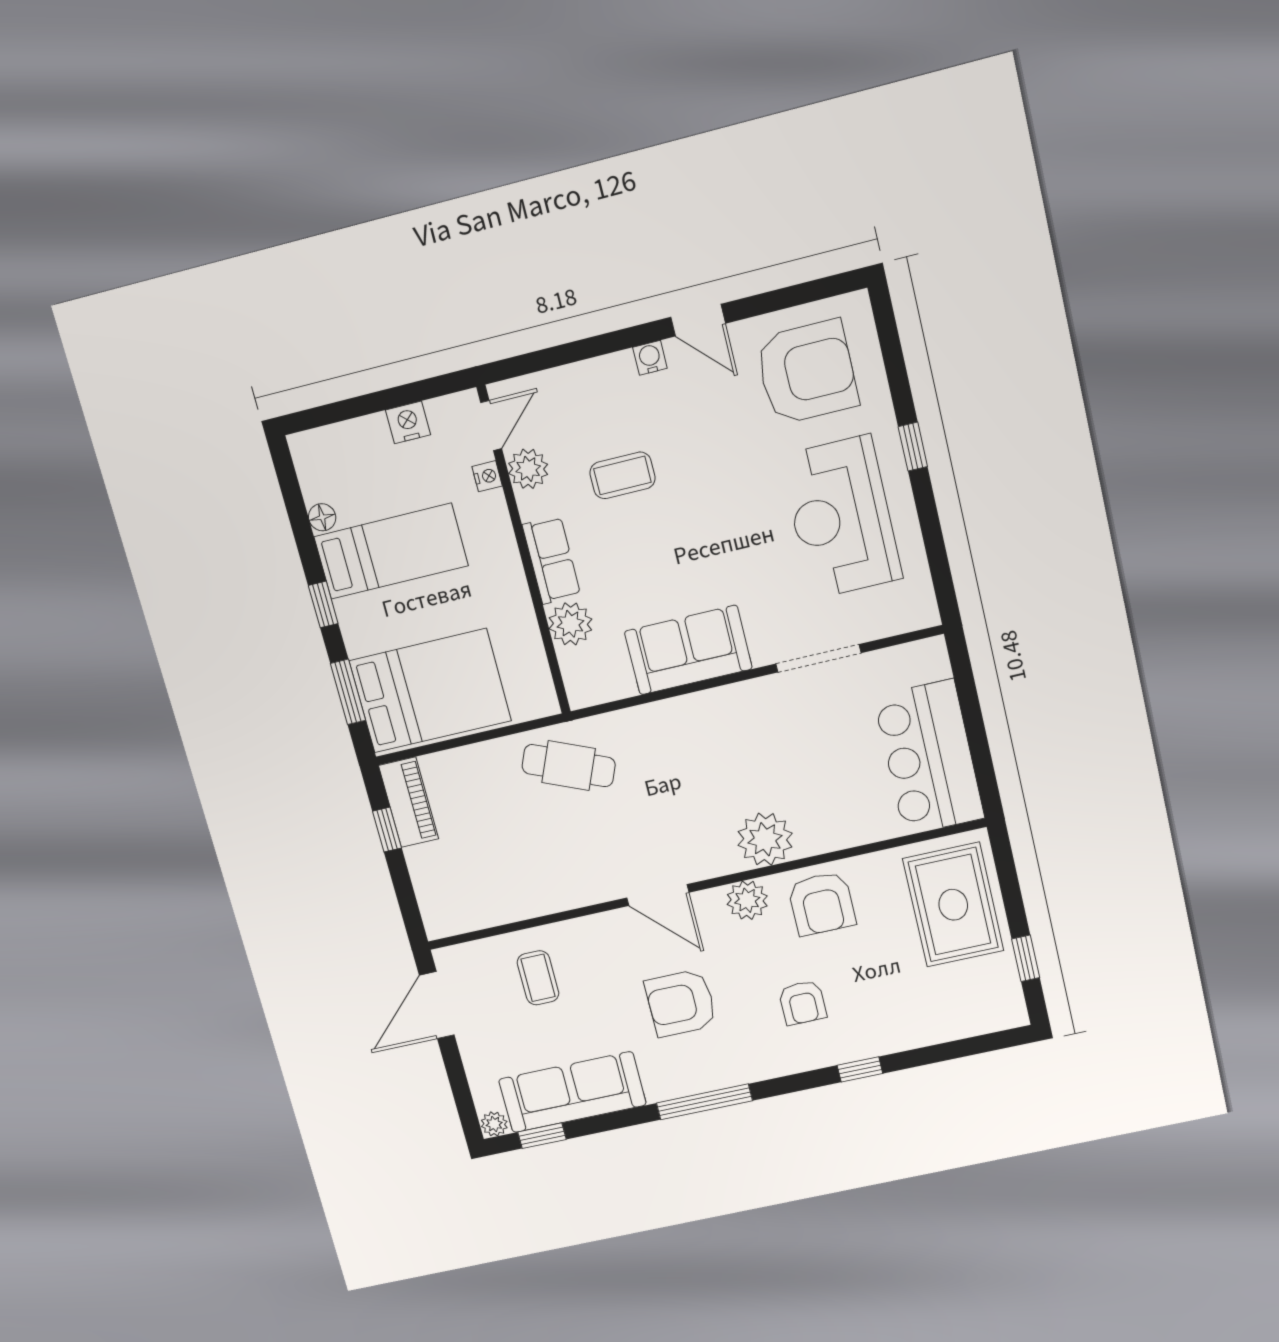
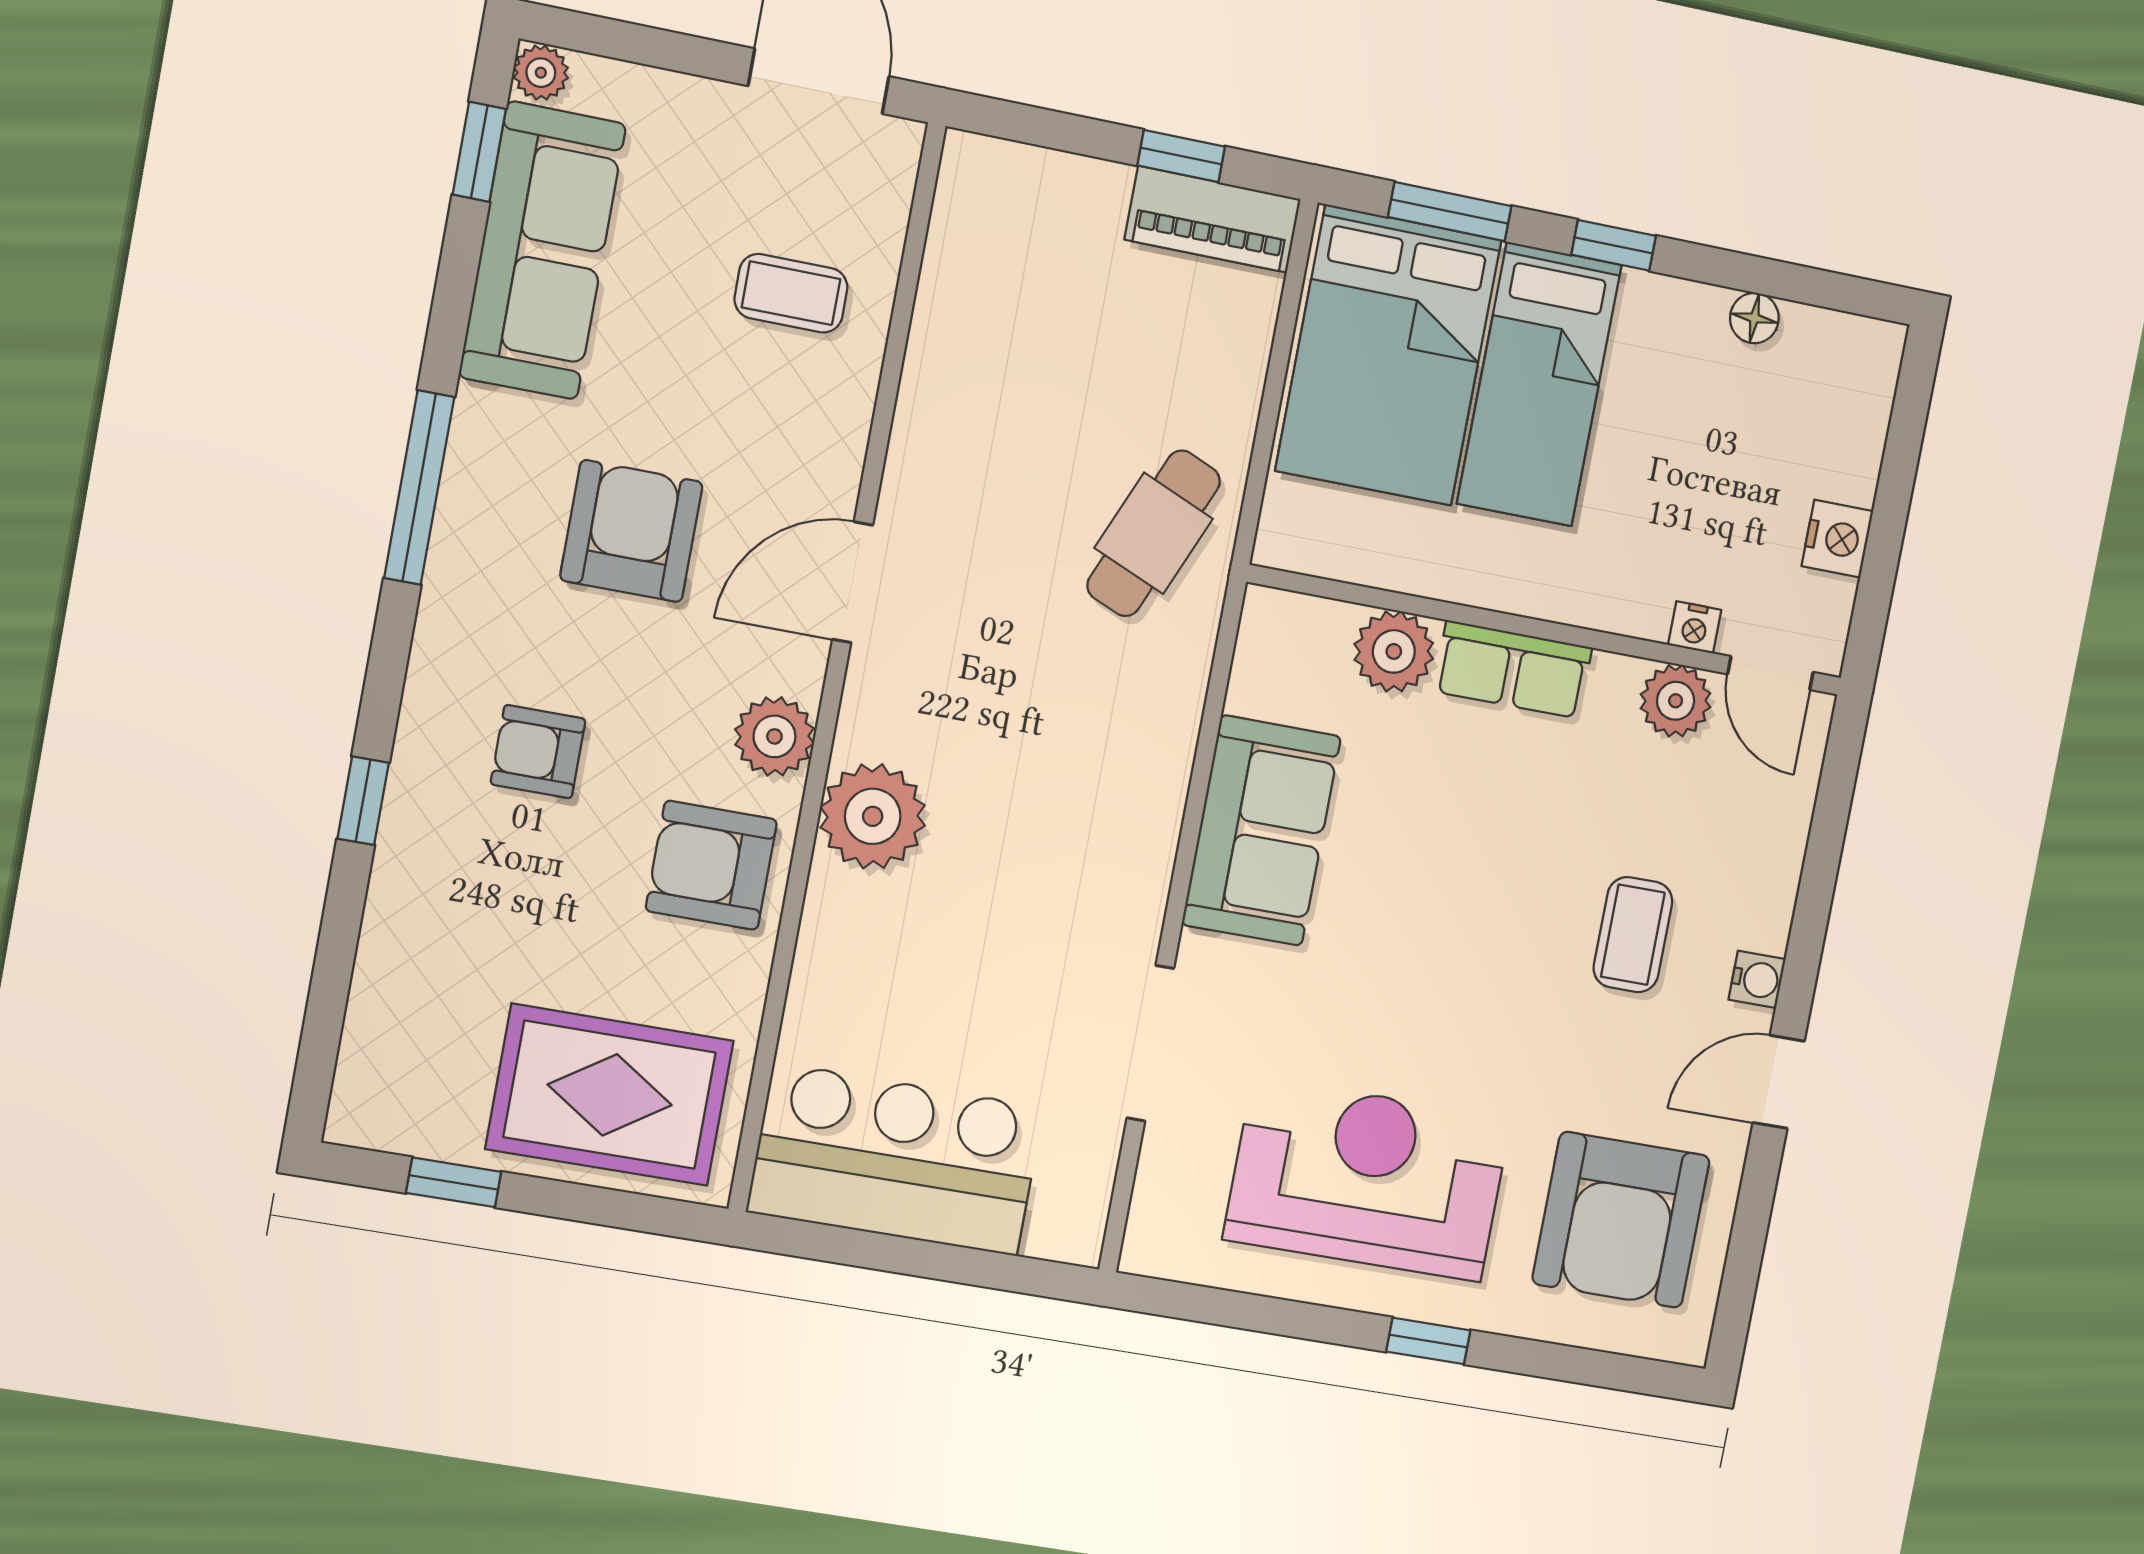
coffee table: (622, 475) -> (1633, 935), moved
bed: (391, 551) -> (1539, 384), moved

